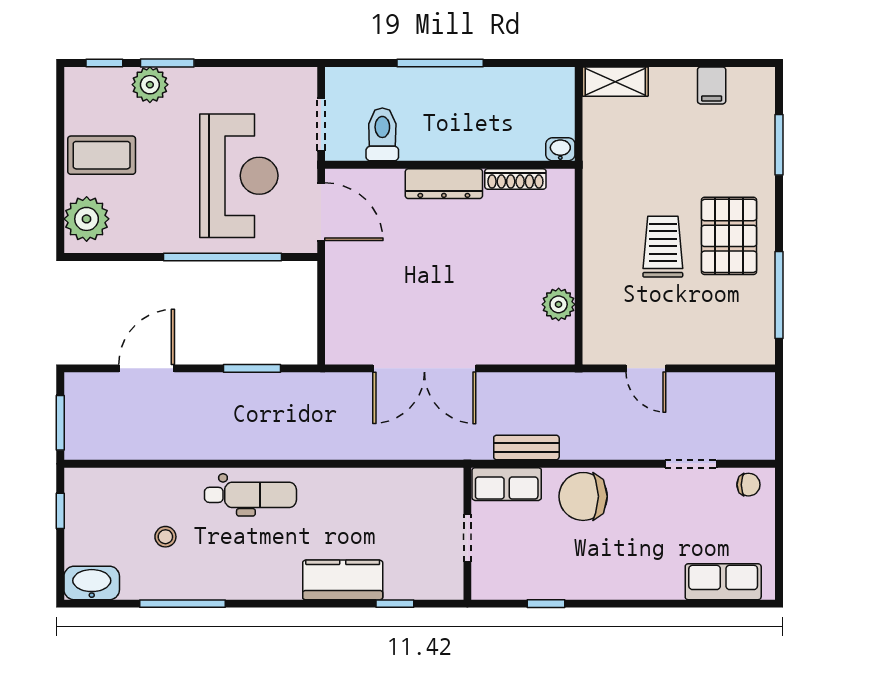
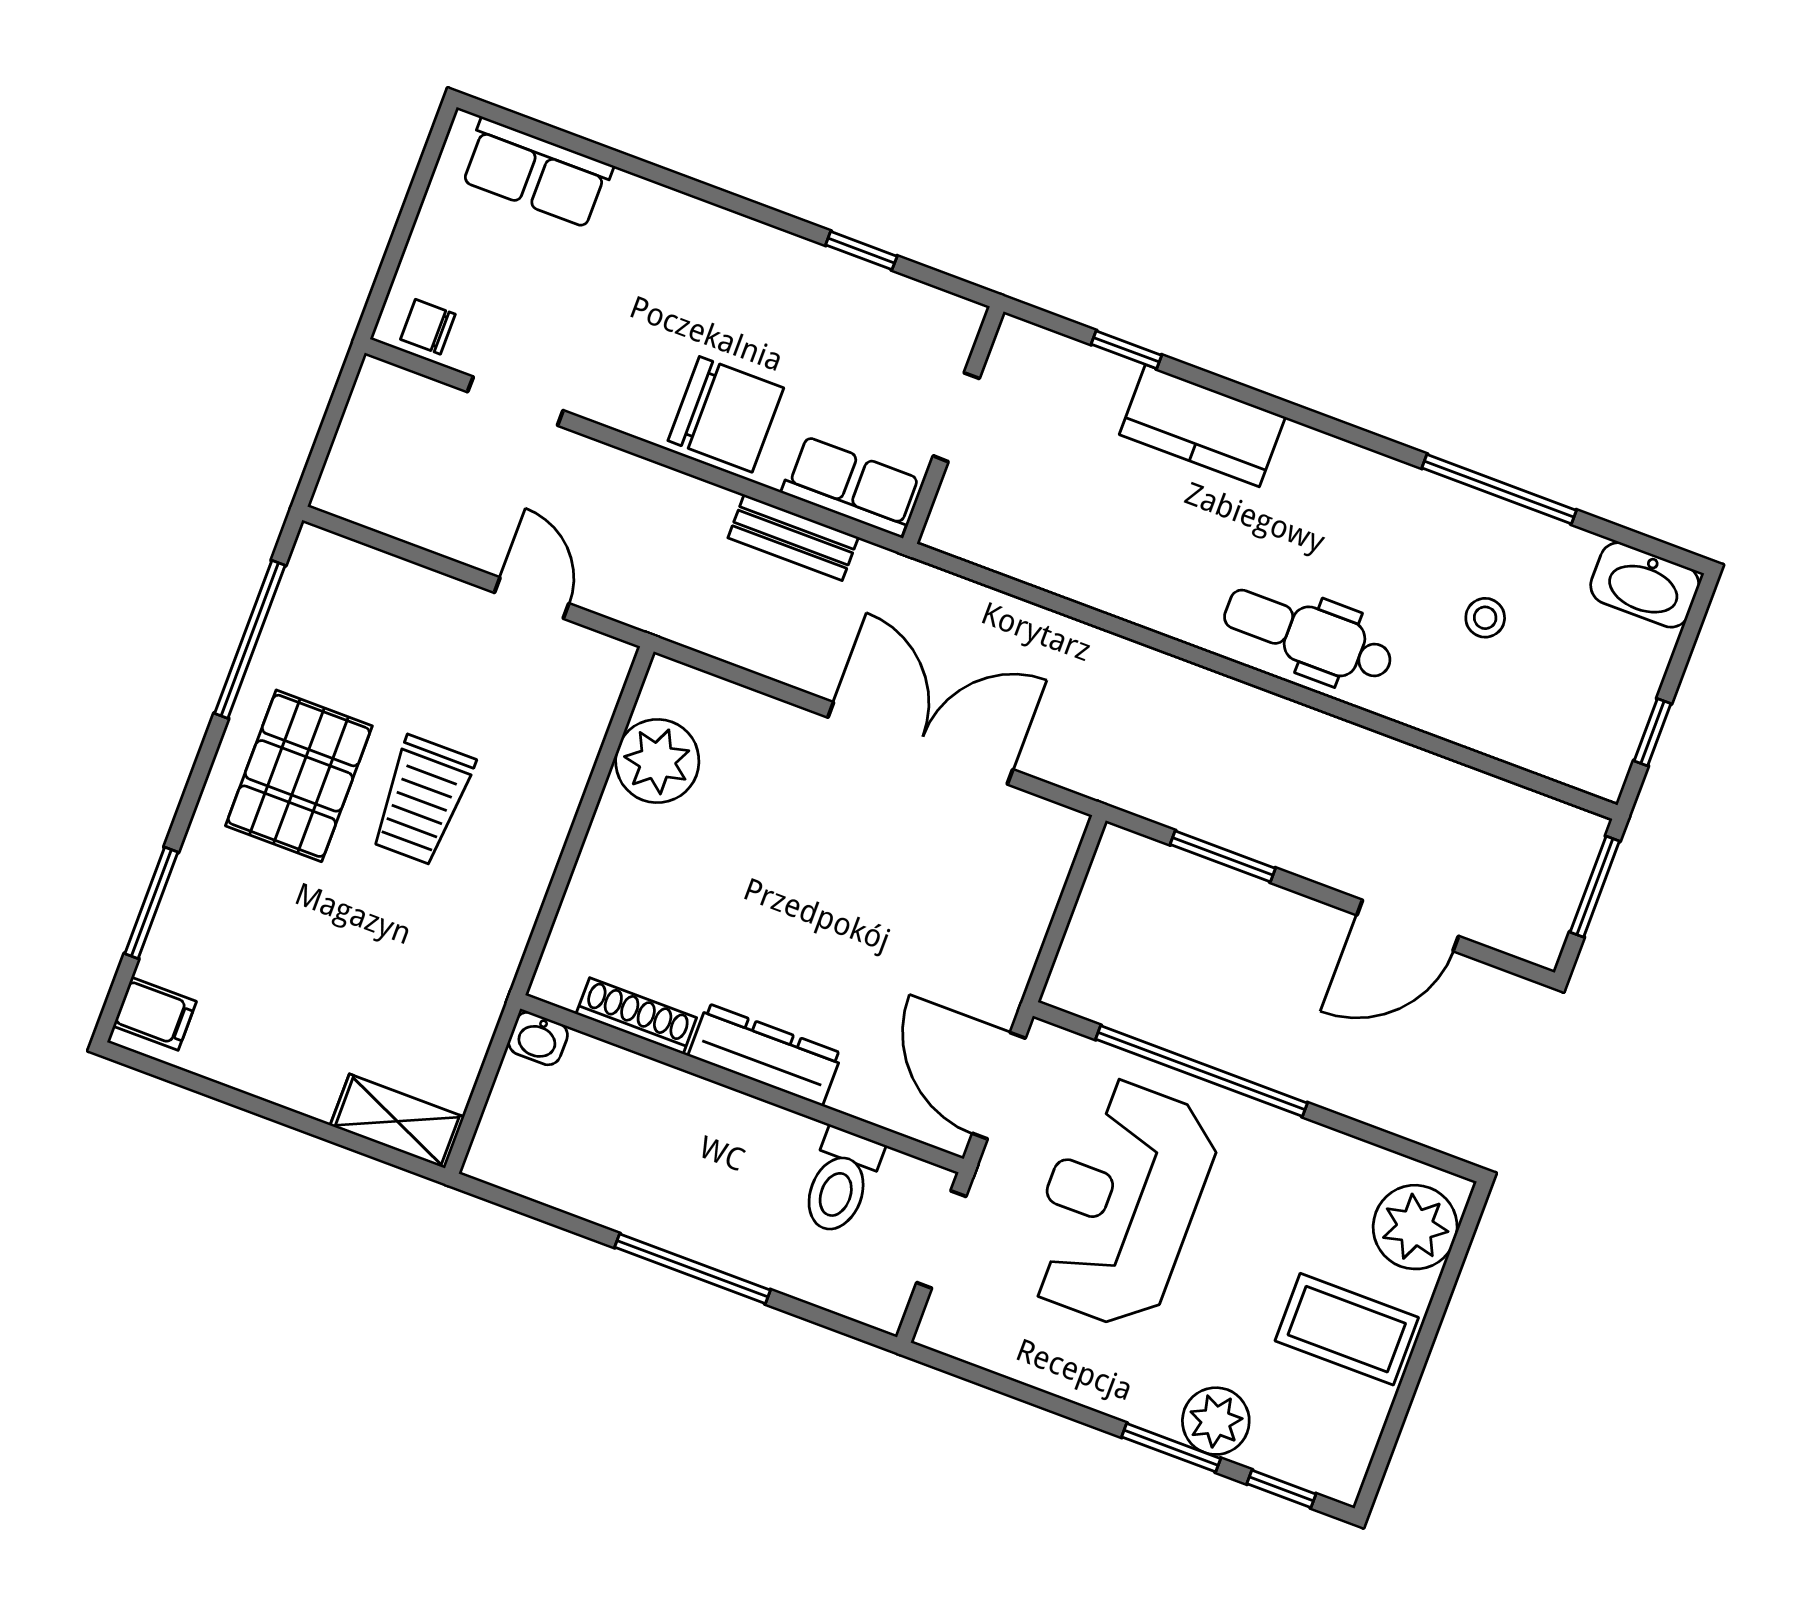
filing cabinet: (712, 85) -> (155, 1014), moved, turned 90
plant: (559, 304) -> (657, 761), width x1.36, depth x1.36

